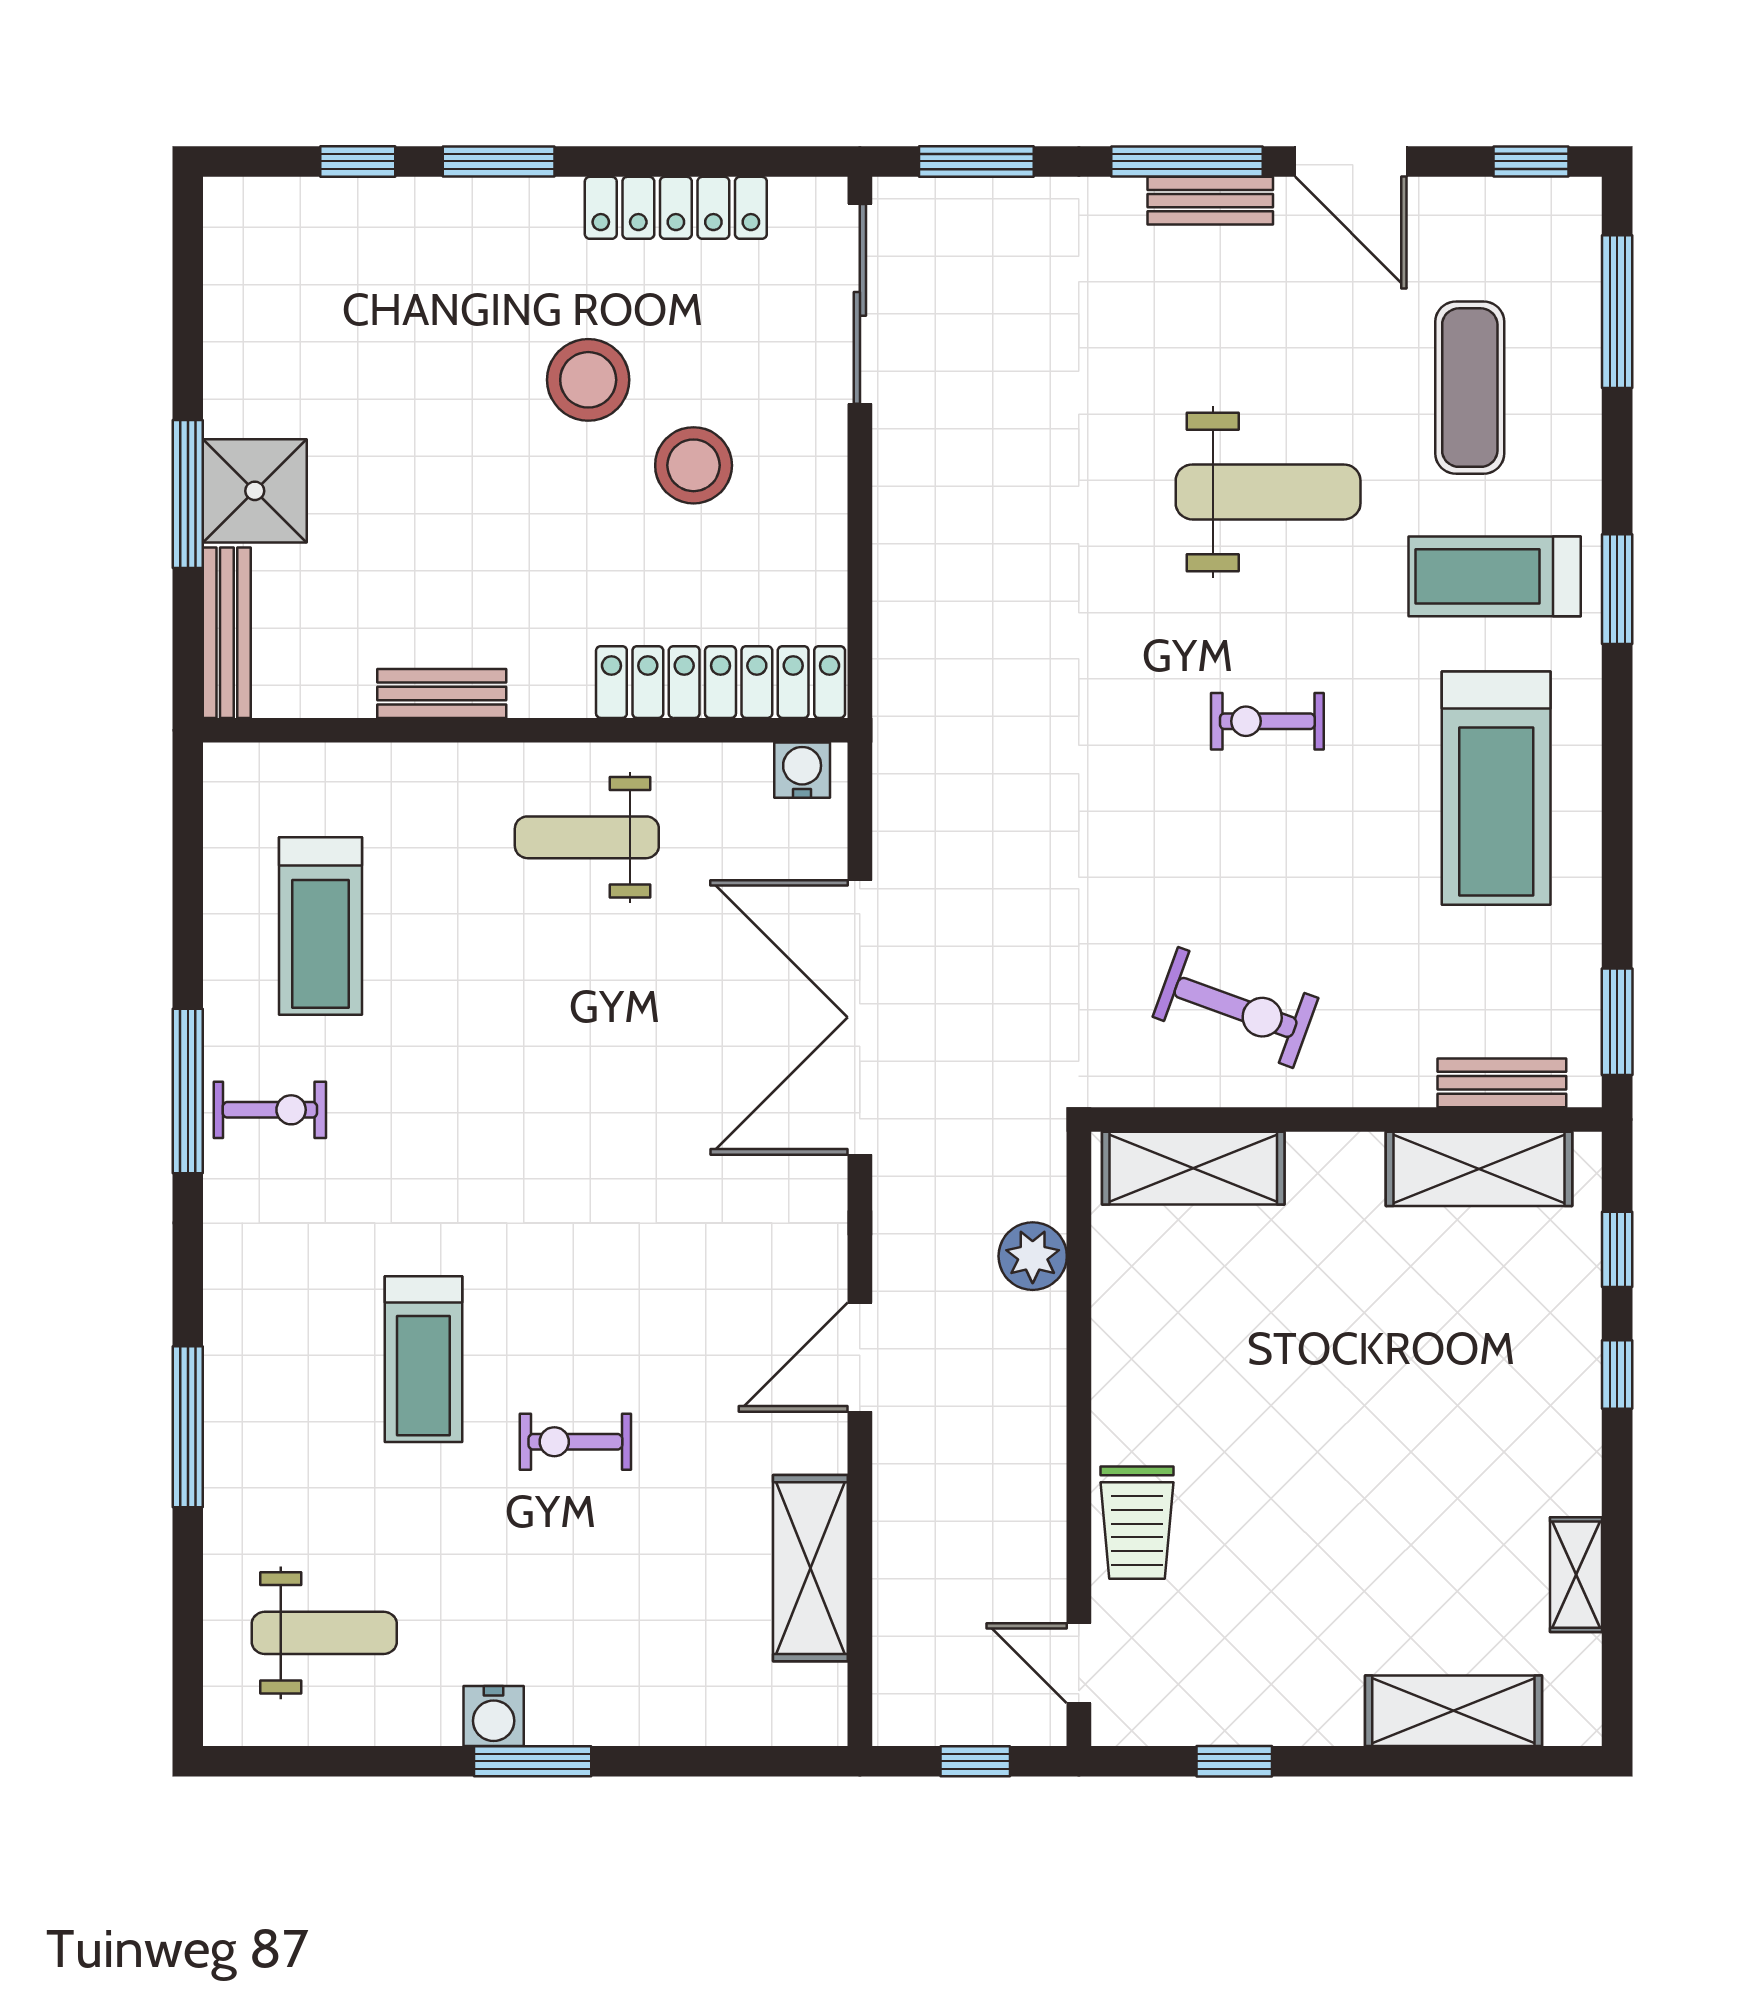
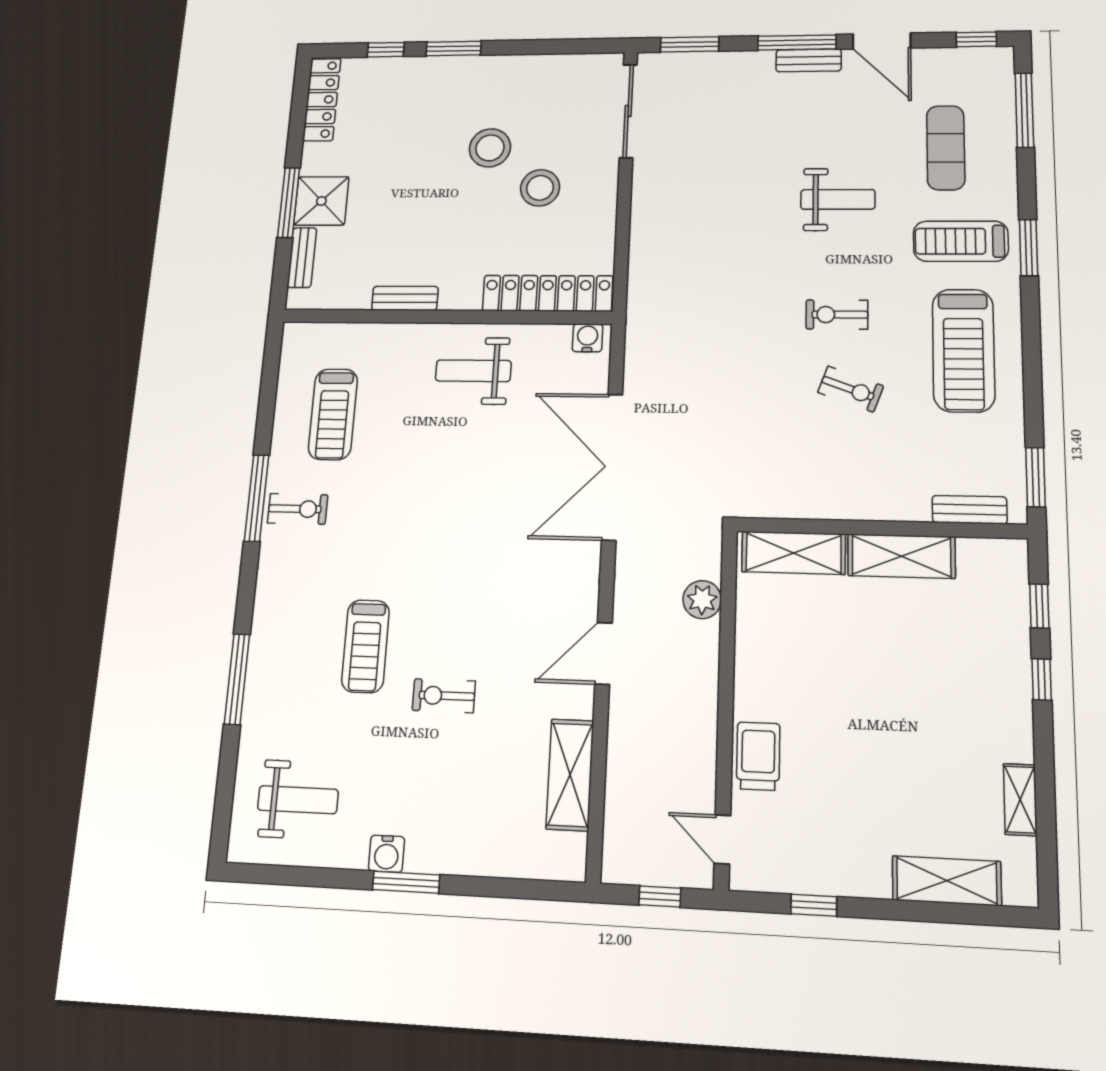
locker: (676, 208) -> (322, 100), moved, turned -90
weight bench: (1268, 492) -> (838, 199), width x0.73, depth x0.75
bench: (227, 633) -> (302, 258), width x0.73
exercise bike: (1236, 1007) -> (851, 389), moved, width x0.73, depth x0.72
shelving: (1479, 1169) -> (901, 556), moved
trolley: (1137, 1523) -> (758, 756), turned 180

